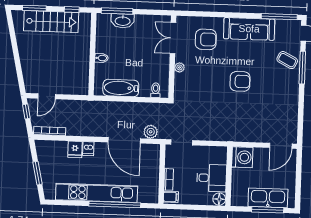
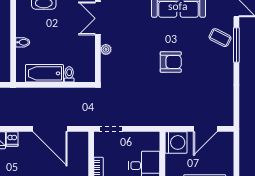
armchair: (206, 39) -> (133, 19), removed
toilet: (156, 90) -> (69, 74), moved
plant: (151, 132) -> (78, 119), removed
door: (281, 146) -> (205, 129), moved

